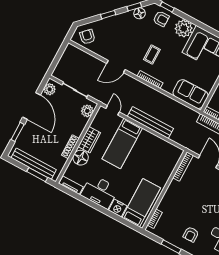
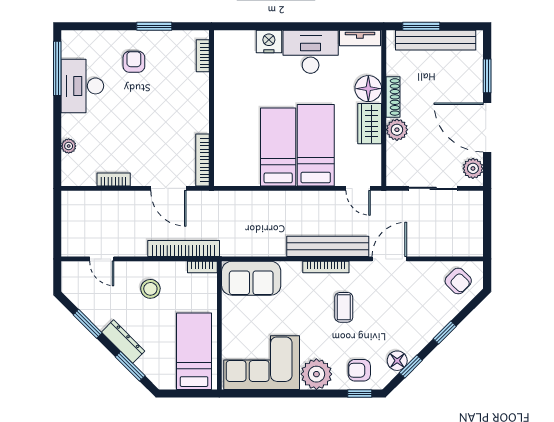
plant: (87, 111) -> (397, 130), moved
bench: (150, 123) -> (328, 246), moved
bed: (141, 203) -> (278, 147), moved, turned 180

